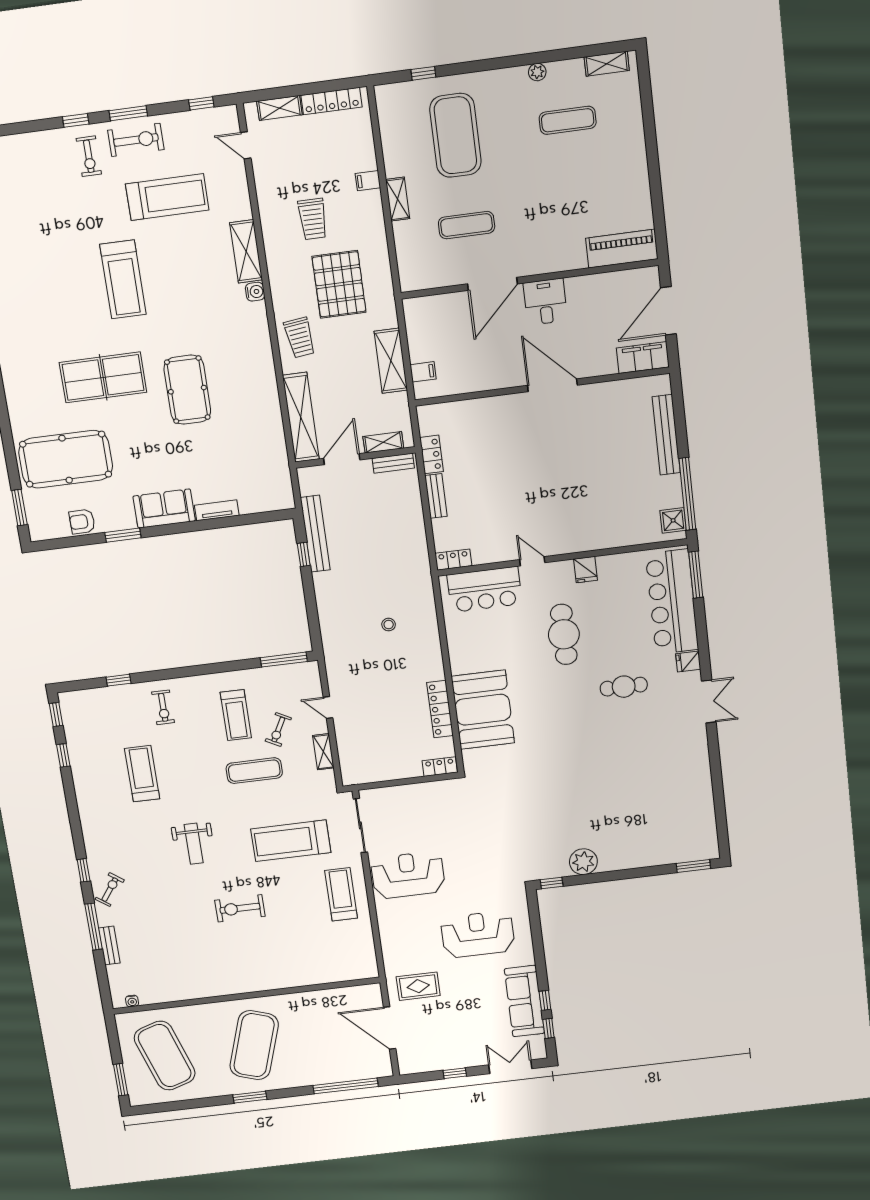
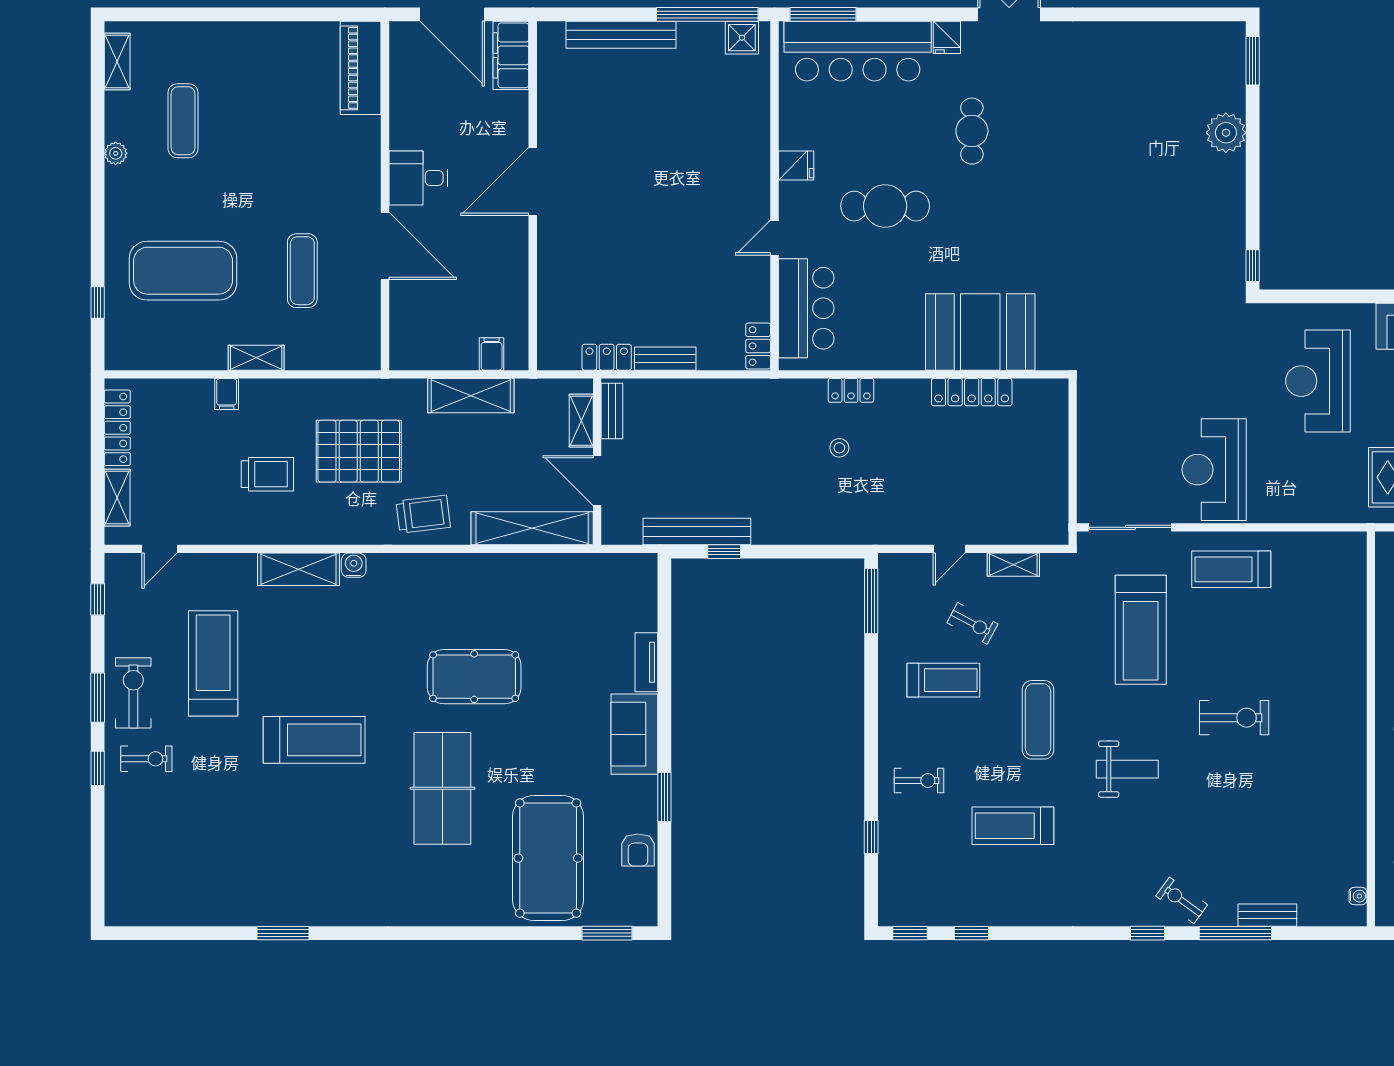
locker: (440, 767) -> (851, 390), moved, turned -90
exercise mat: (254, 771) -> (1038, 720), moved
plant: (583, 862) -> (1226, 133), moved
exercise bike: (240, 908) -> (1234, 718), turned -90

